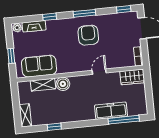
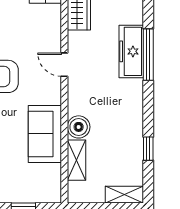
sofa: (39, 66) -> (45, 134), moved
window: (124, 120) -> (148, 55), moved

